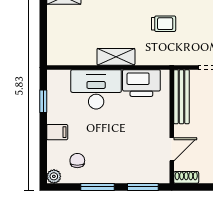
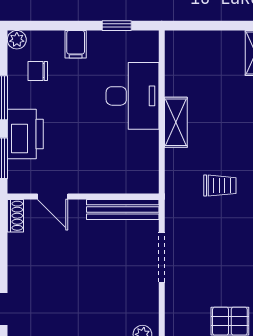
trolley: (164, 24) -> (220, 186), turned -90
printer: (141, 83) -> (25, 134), moved, turned 180
chair: (77, 161) -> (38, 71), turned 180

